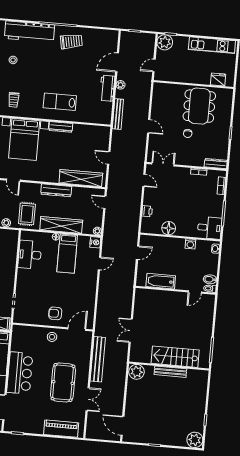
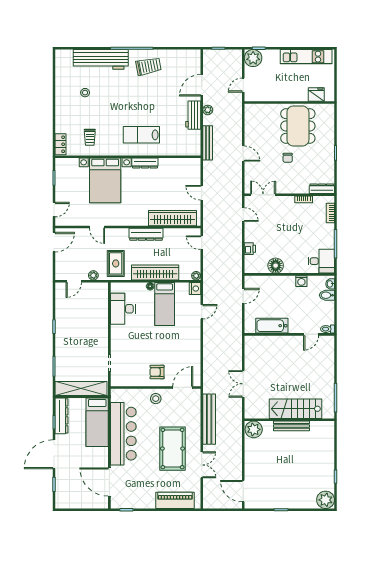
bidet: (210, 279) -> (327, 295), moved
bar counter: (20, 373) -> (123, 434), width x1.36

